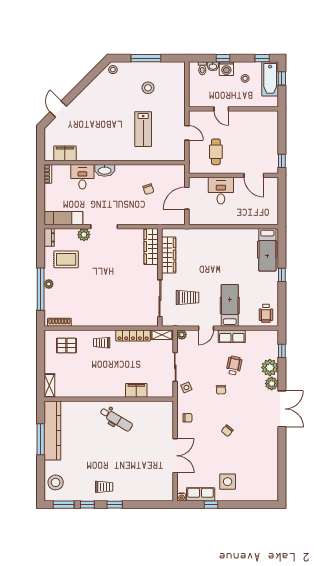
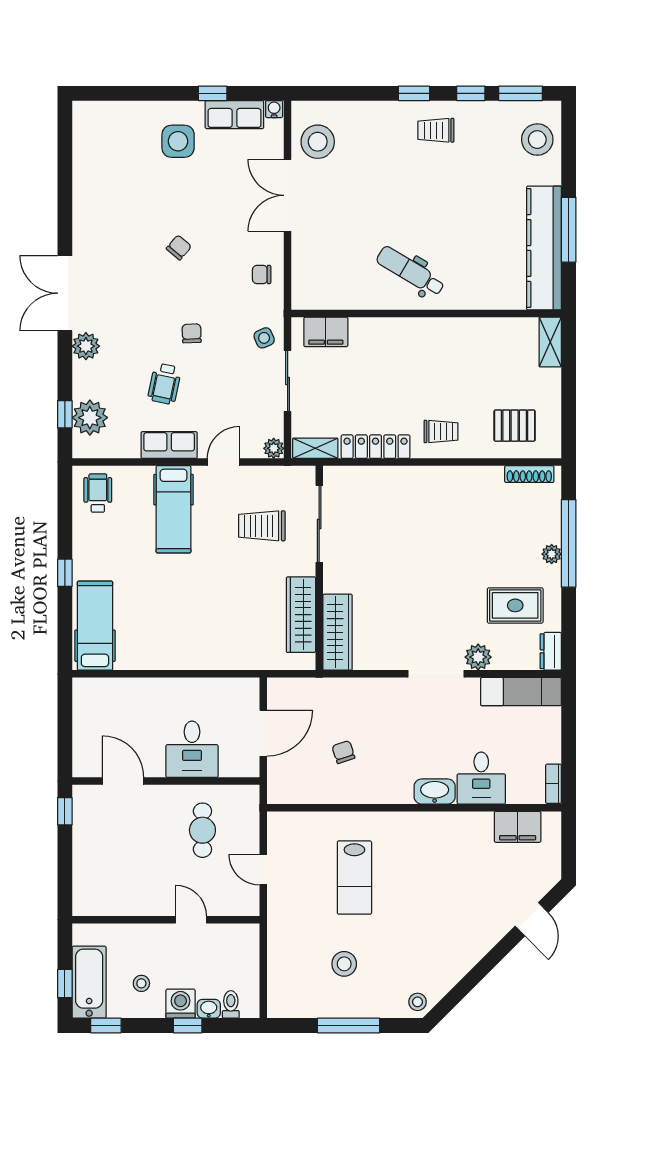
lab bench: (143, 129) -> (354, 878), turned 180
plant: (270, 368) -> (90, 418), moved
filing cabinet: (136, 390) -> (326, 332), moved
stool: (161, 481) -> (318, 142), added

